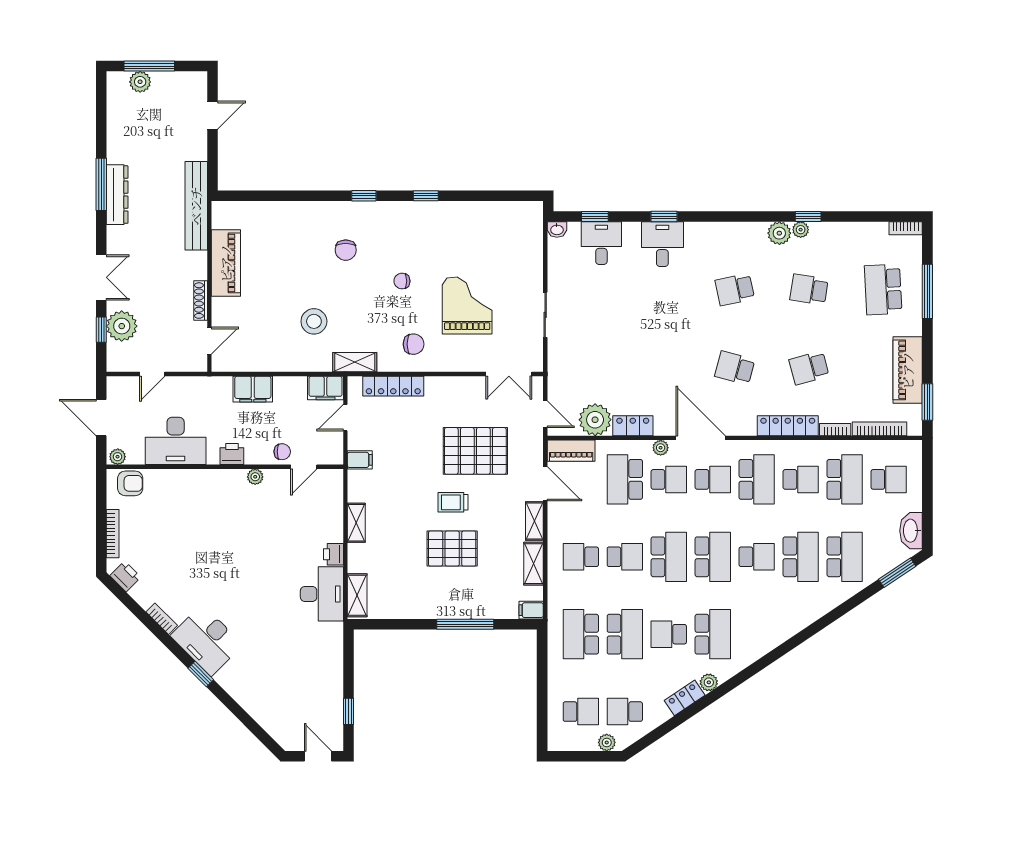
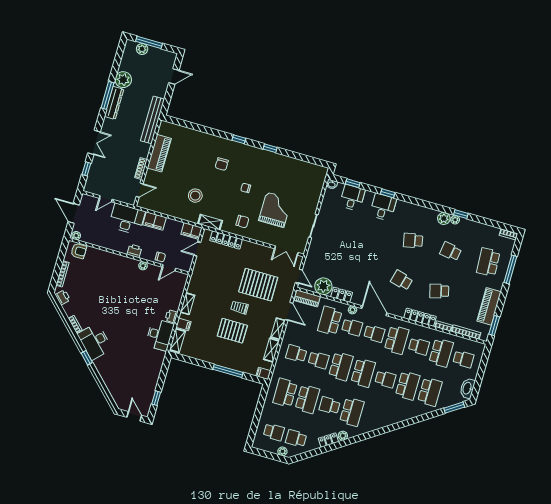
plant: (122, 326) -> (123, 80), moved
desk: (176, 441) -> (127, 219), moved, turned 180
filing cabinet: (360, 460) -> (183, 324), moved

